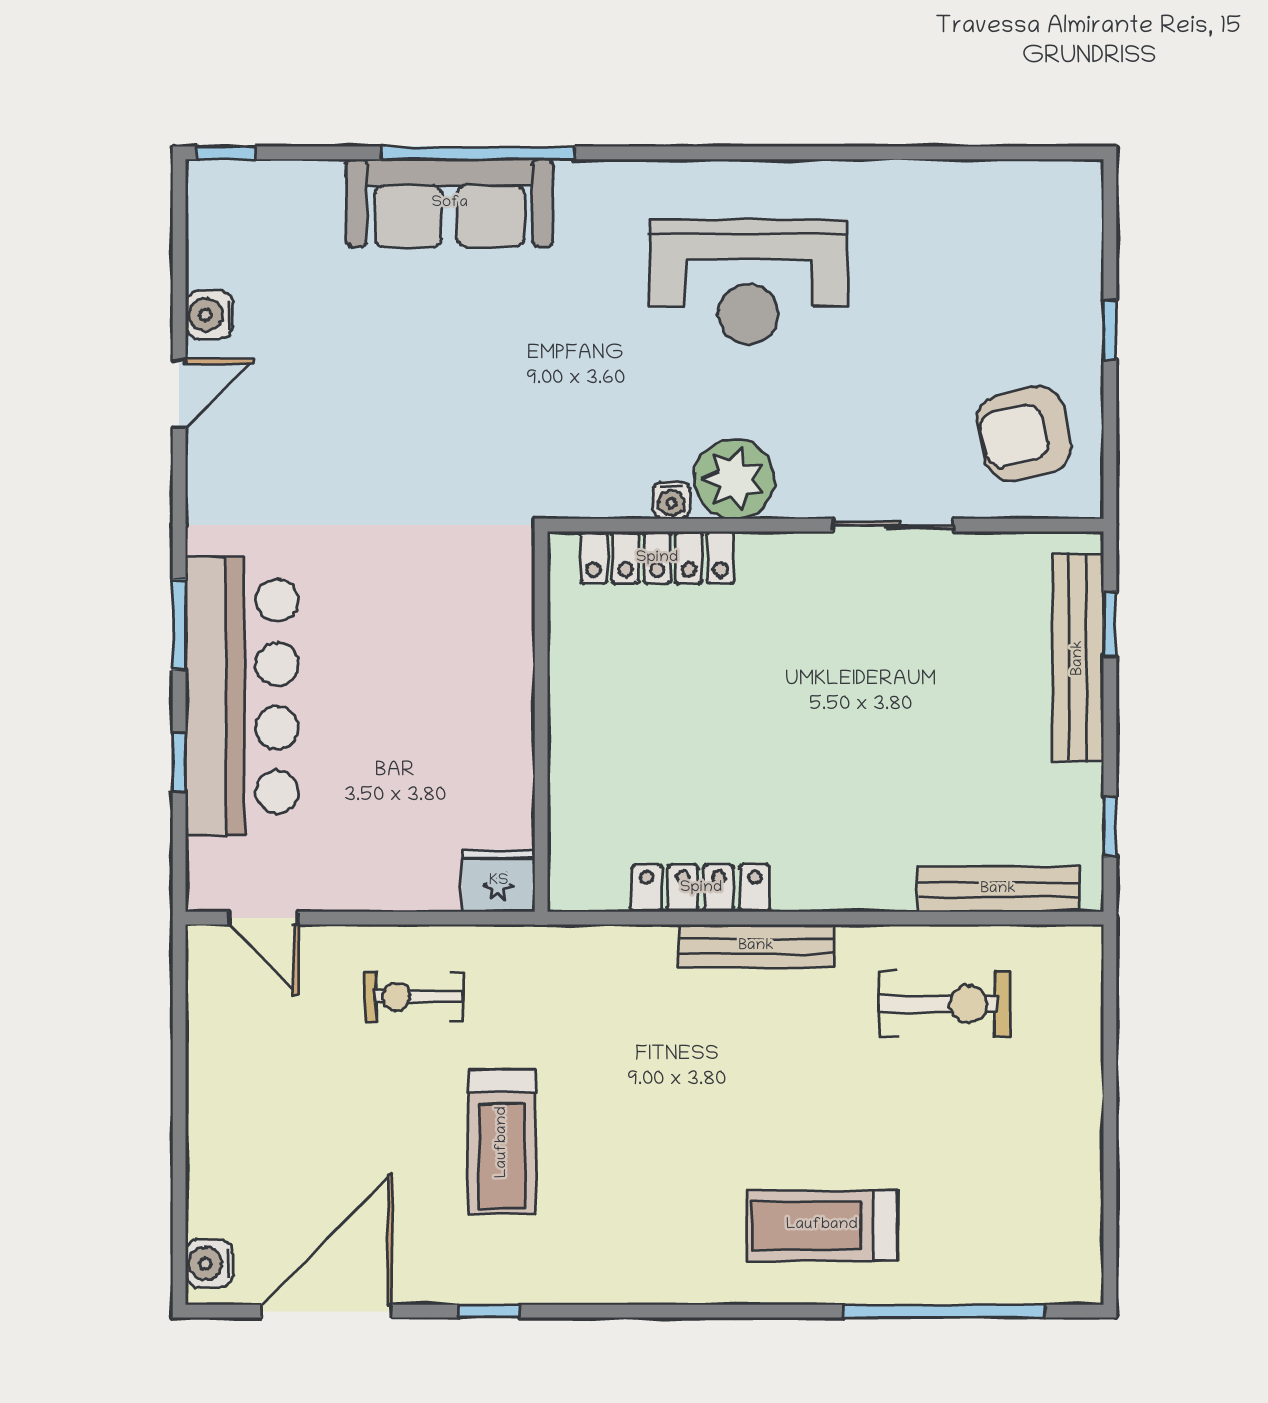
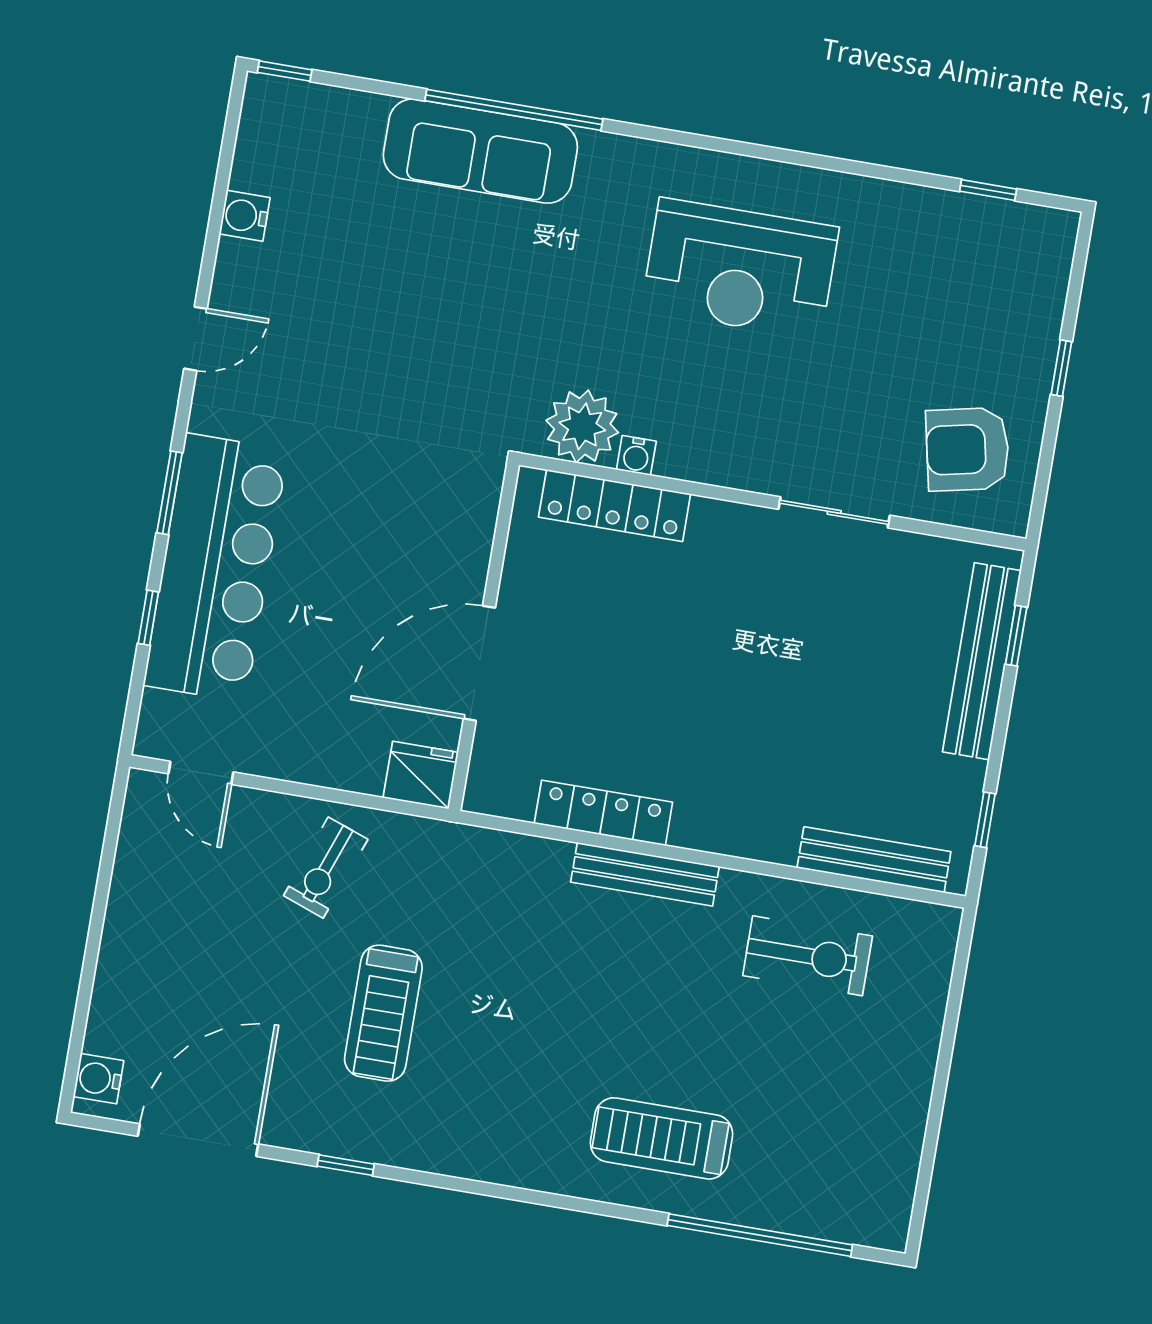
window: (999, 153) -> (988, 190), added
door: (179, 393) -> (196, 339), moved
plant: (734, 479) -> (582, 426), moved
door: (541, 751) -> (479, 663), added
exercise bike: (414, 997) -> (326, 868), turned -70

